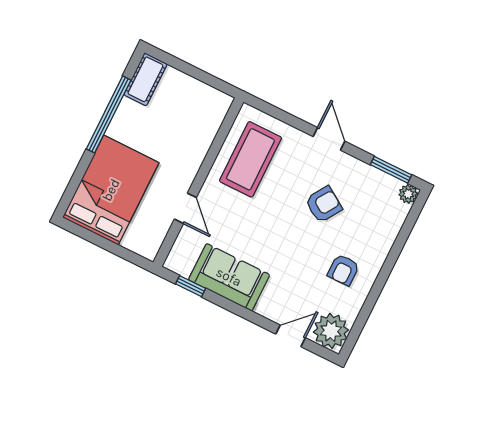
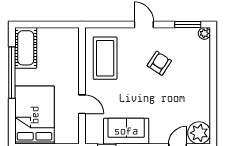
cot: (145, 79) -> (26, 48), width x1.37, depth x1.34
armchair: (343, 270) -> (189, 95), removed

